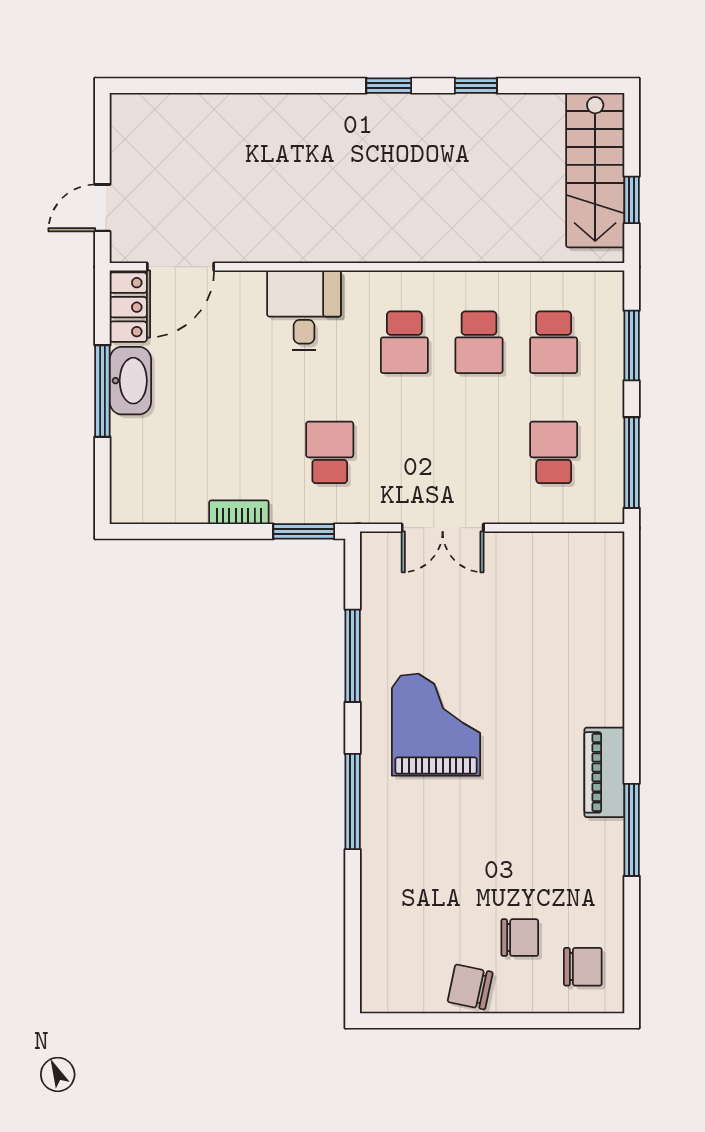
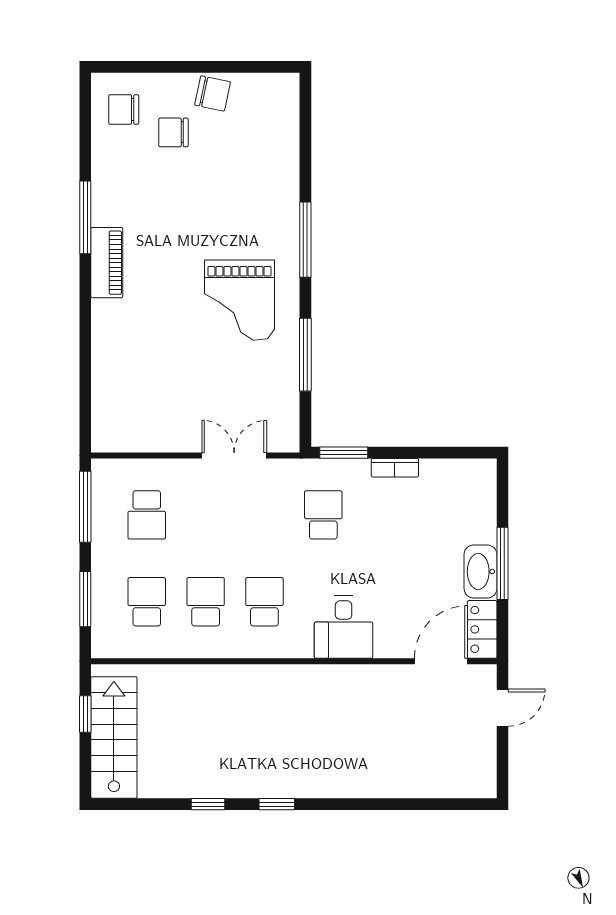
school desk: (330, 452) -> (323, 515), turned 180

